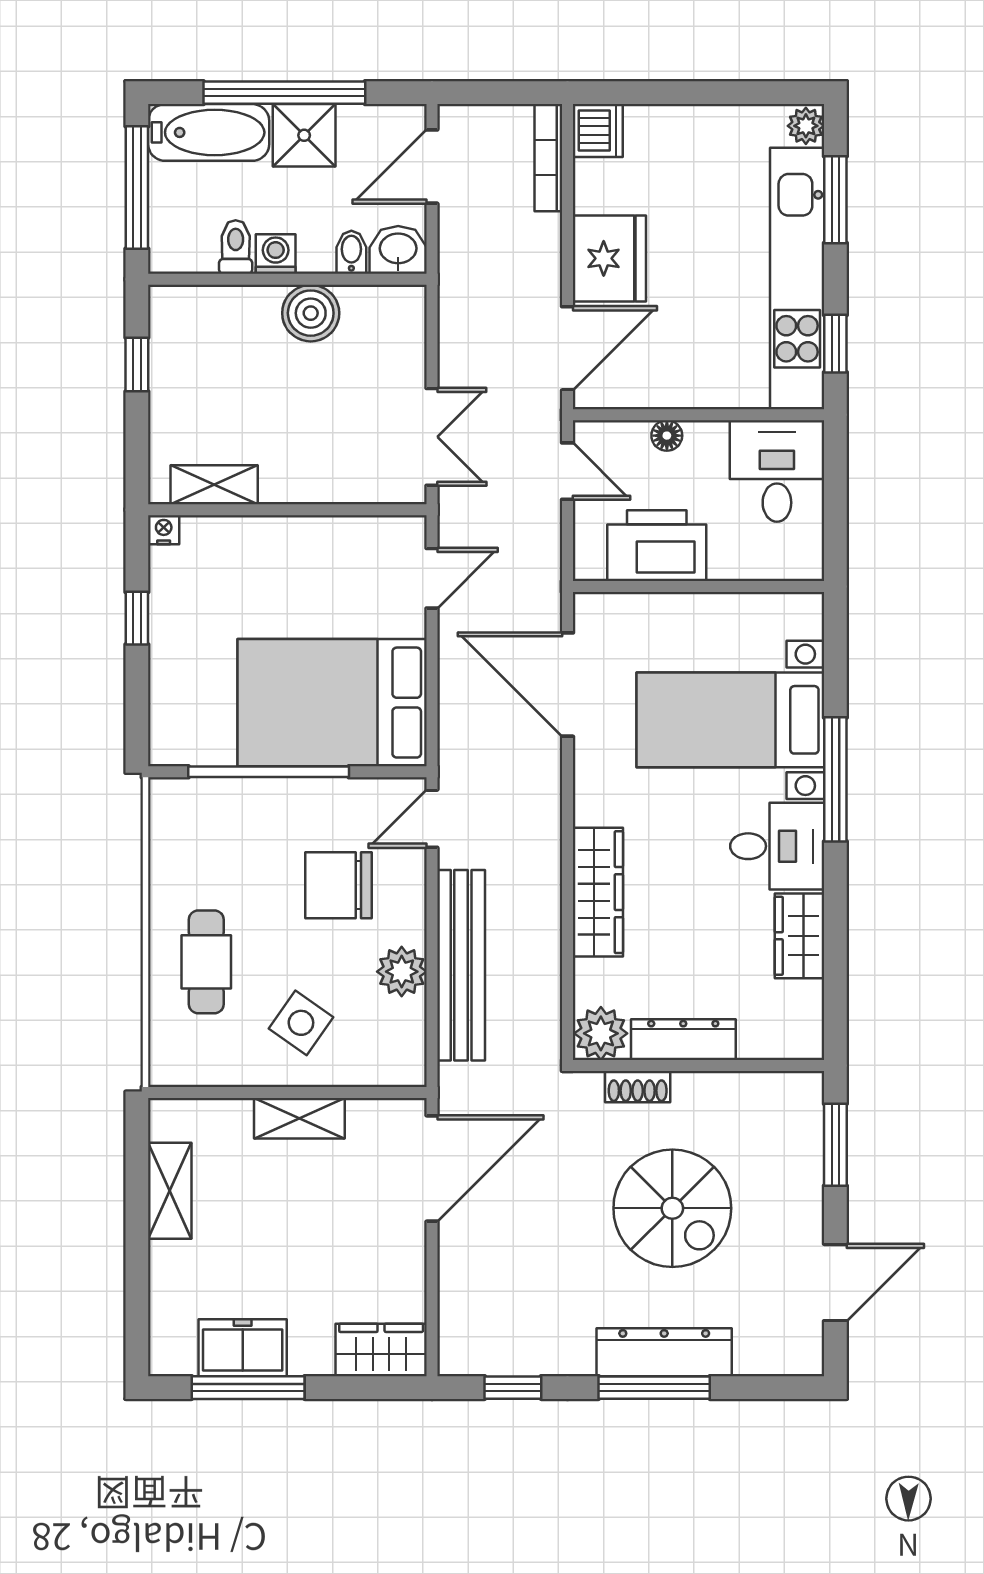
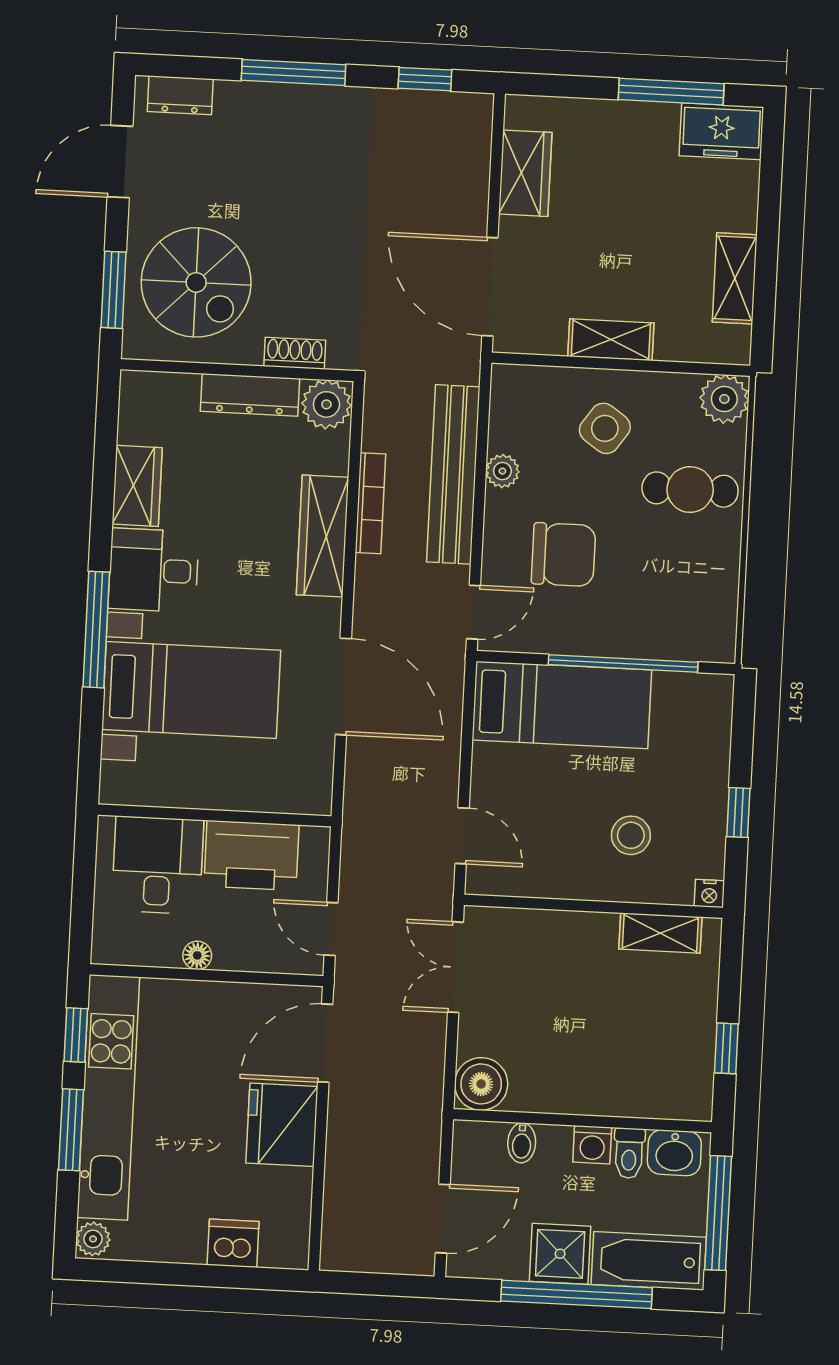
dishwasher: (598, 130) -> (233, 1243), moved, turned 90
bookcase: (548, 158) -> (370, 503), moved
window: (835, 200) -> (71, 1130), moved
washbasin: (398, 250) -> (674, 1153), moved
boiler: (311, 313) -> (481, 1084), moved
floor lamp: (667, 436) -> (197, 955), moved
desk: (777, 471) -> (158, 865), moved, turned 180
door: (432, 578) -> (462, 836), swing flipped
stool: (251, 588) -> (631, 835), added
door: (567, 685) -> (343, 687), moved
bed: (332, 703) -> (562, 705), width x0.67
cafe table: (206, 962) -> (690, 490), turned 90
plant: (402, 972) -> (502, 471), width x0.73, depth x0.73
plant: (174, 1061) -> (724, 399), added
door: (432, 1169) -> (490, 287), hinge flipped
spiral stairs: (672, 1208) -> (196, 282), moved, turned 180
freezer: (243, 1348) -> (721, 131), moved
wardrobe: (381, 1350) -> (525, 173), moved, turned -90
dresser: (664, 1352) -> (180, 95), moved, width x0.51, depth x0.80

